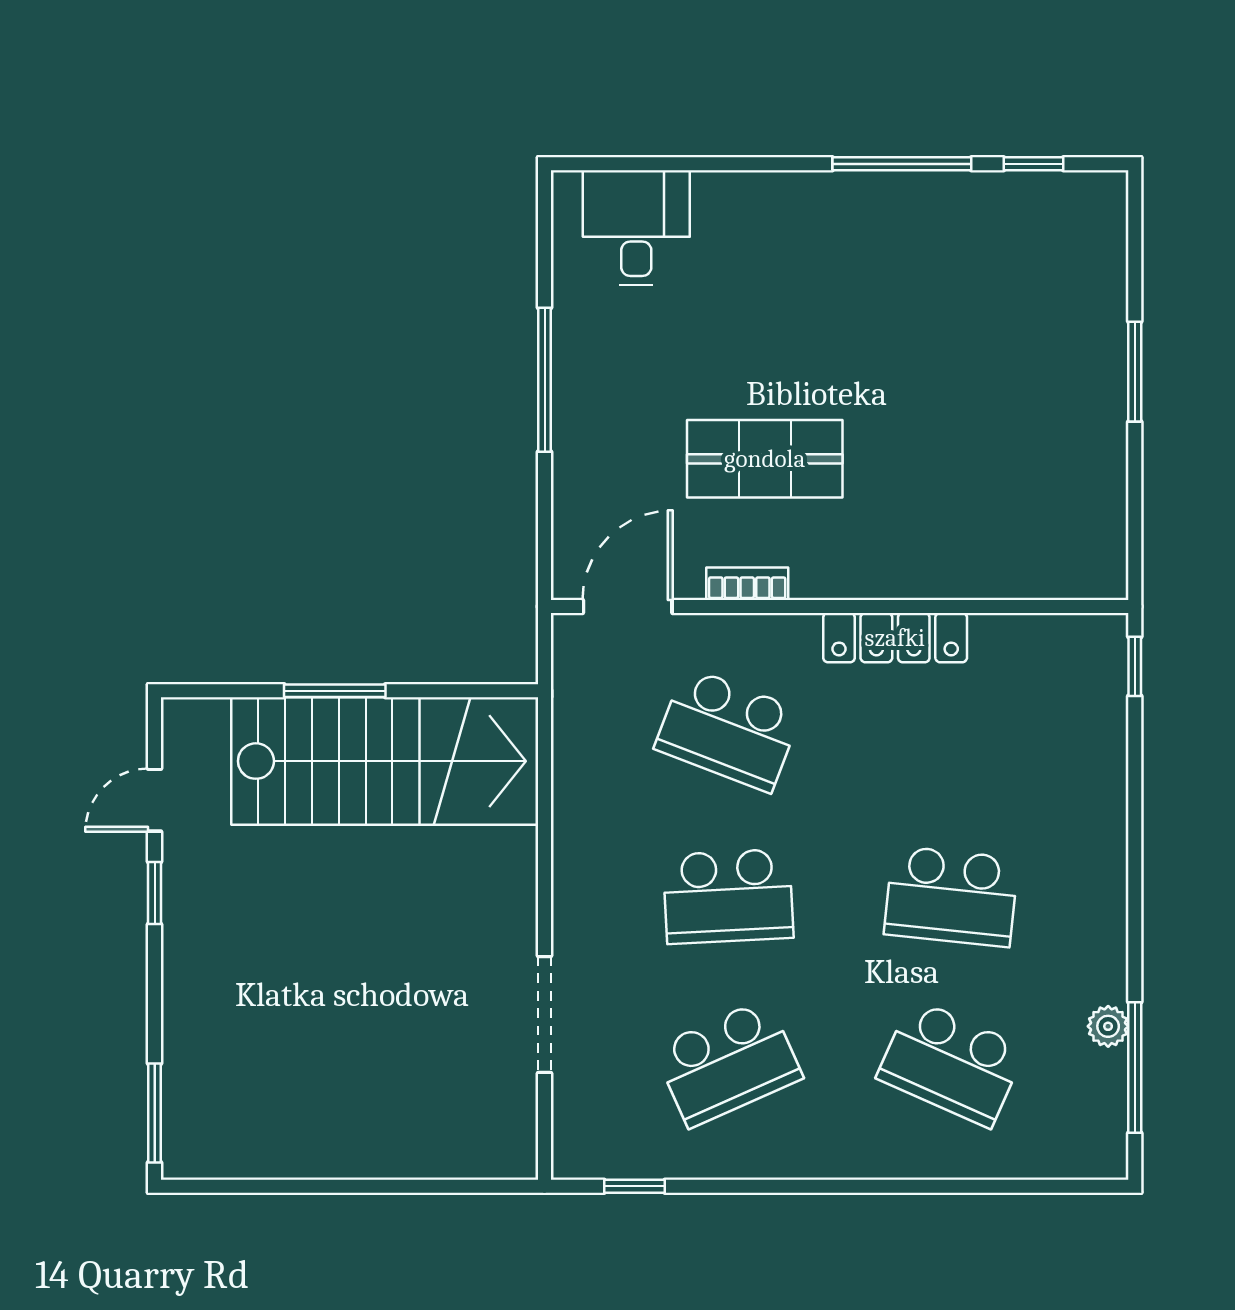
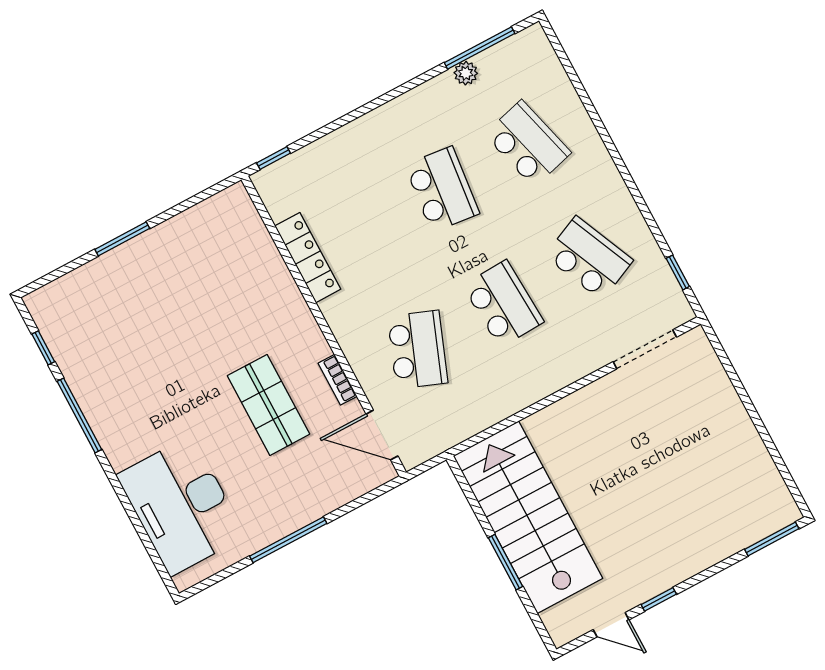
desk: (636, 228) -> (181, 506), width x1.87, depth x1.30
locker: (895, 638) -> (308, 258), moved
doorway: (545, 1014) -> (645, 349), moved
school desk: (951, 1063) -> (528, 144), turned -39

